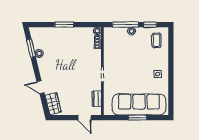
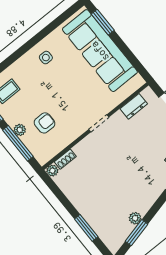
window: (64, 25) -> (86, 228), moved
armchair: (125, 46) -> (45, 123), added
window: (138, 118) -> (103, 22), moved

